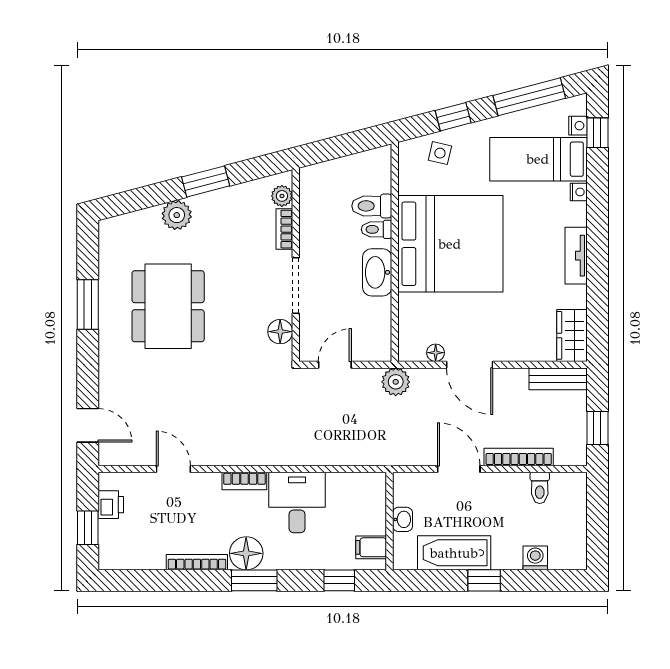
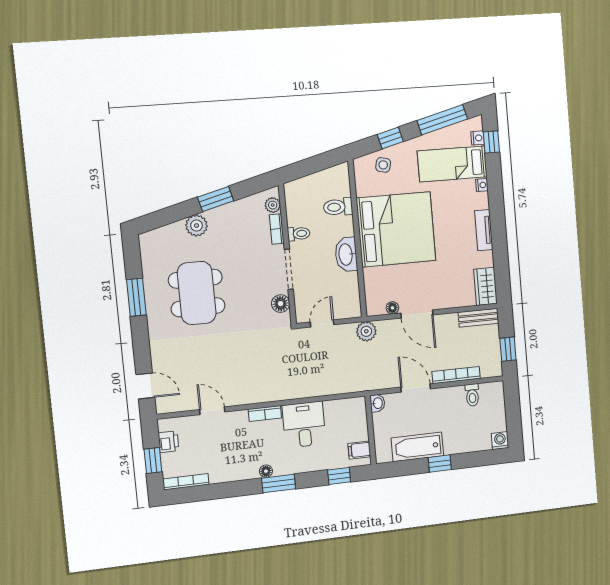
toilet: (376, 229) -> (299, 234), moved, turned 180
washbasin: (403, 519) -> (377, 403), moved
floor lamp: (246, 553) -> (266, 471), width x0.53, depth x0.53
washing machine: (535, 558) -> (500, 441), moved
bookcase: (197, 562) -> (186, 482), moved

